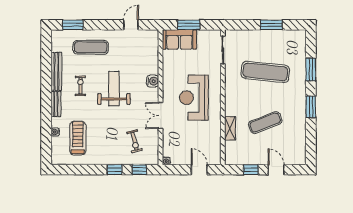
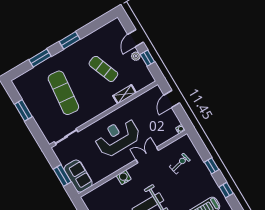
reception desk: (194, 98) -> (117, 137), turned 180
double door: (161, 116) -> (147, 155), swing flipped
plant: (259, 160) -> (136, 56), added
window: (139, 170) -> (226, 190), moved

